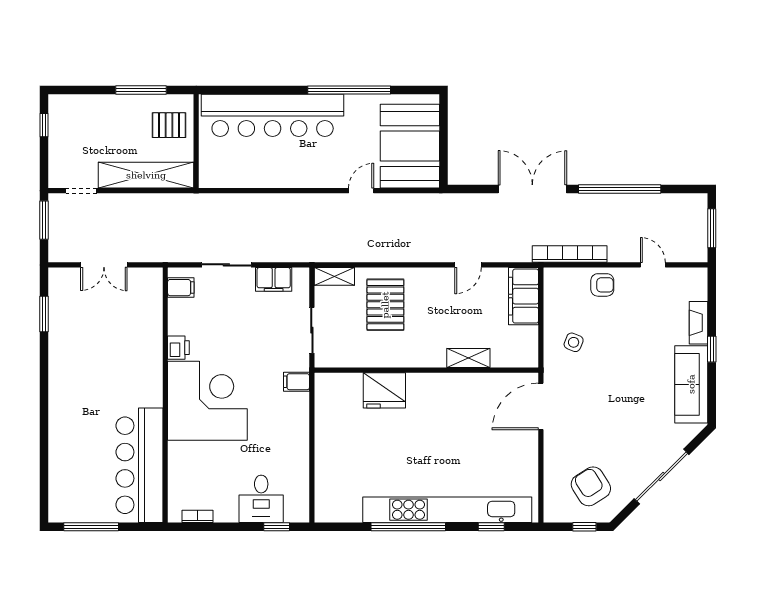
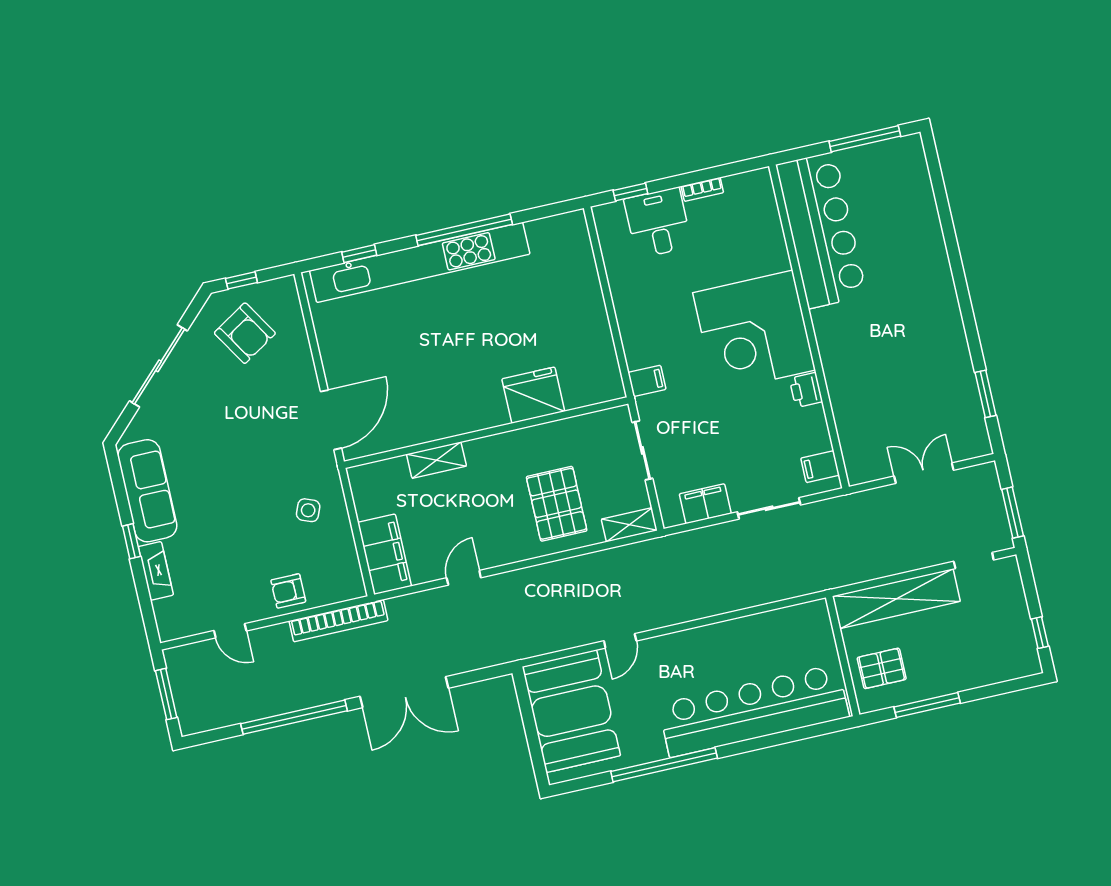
bookcase: (198, 516) -> (702, 189), moved

